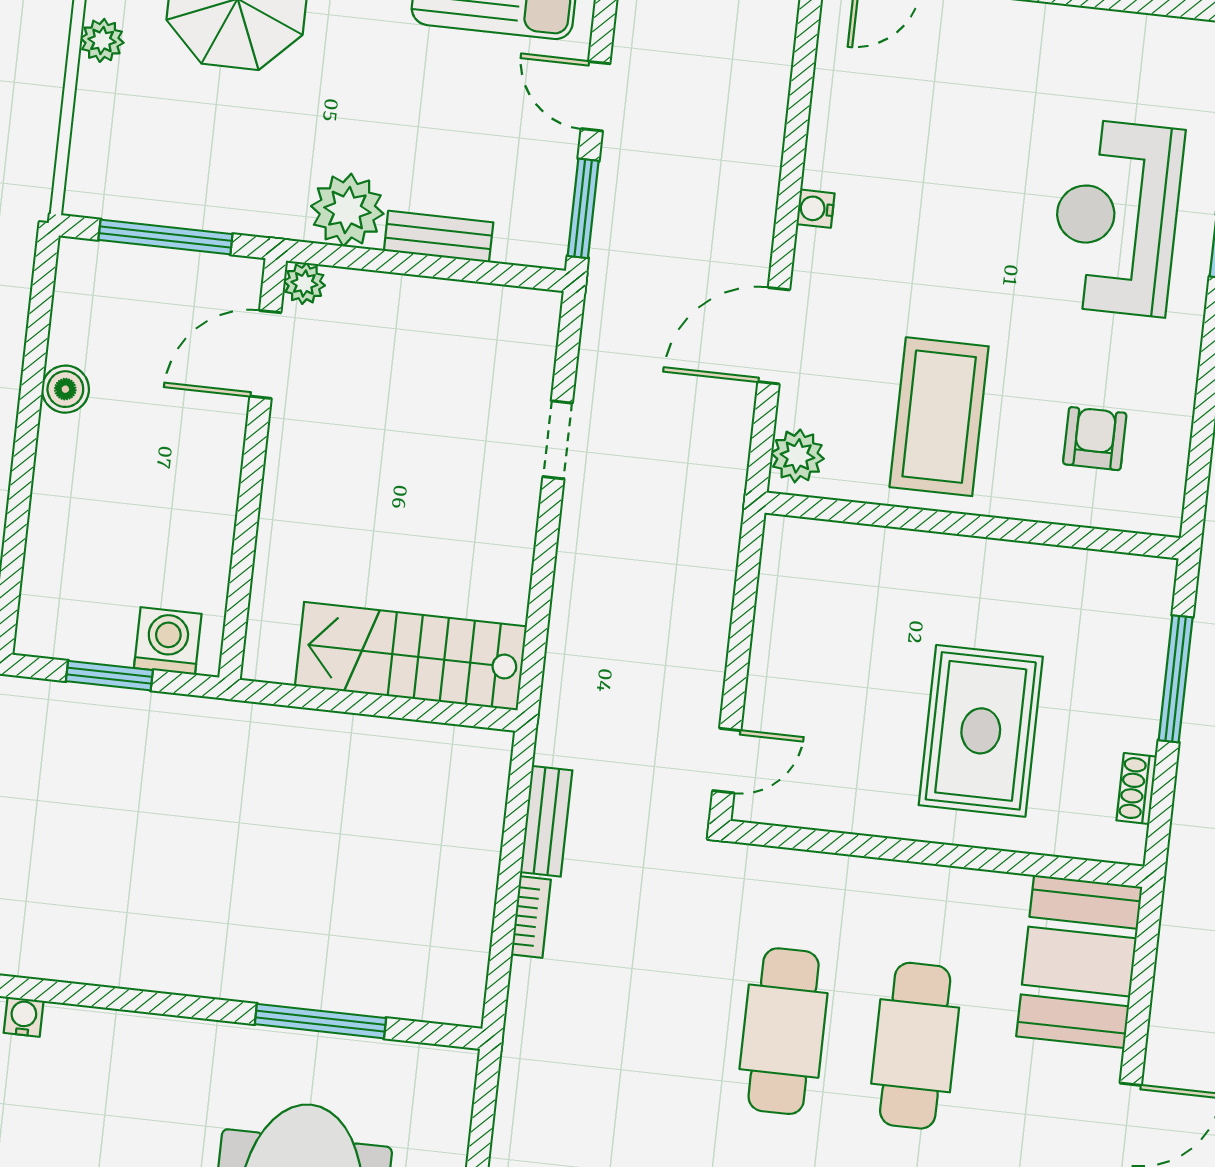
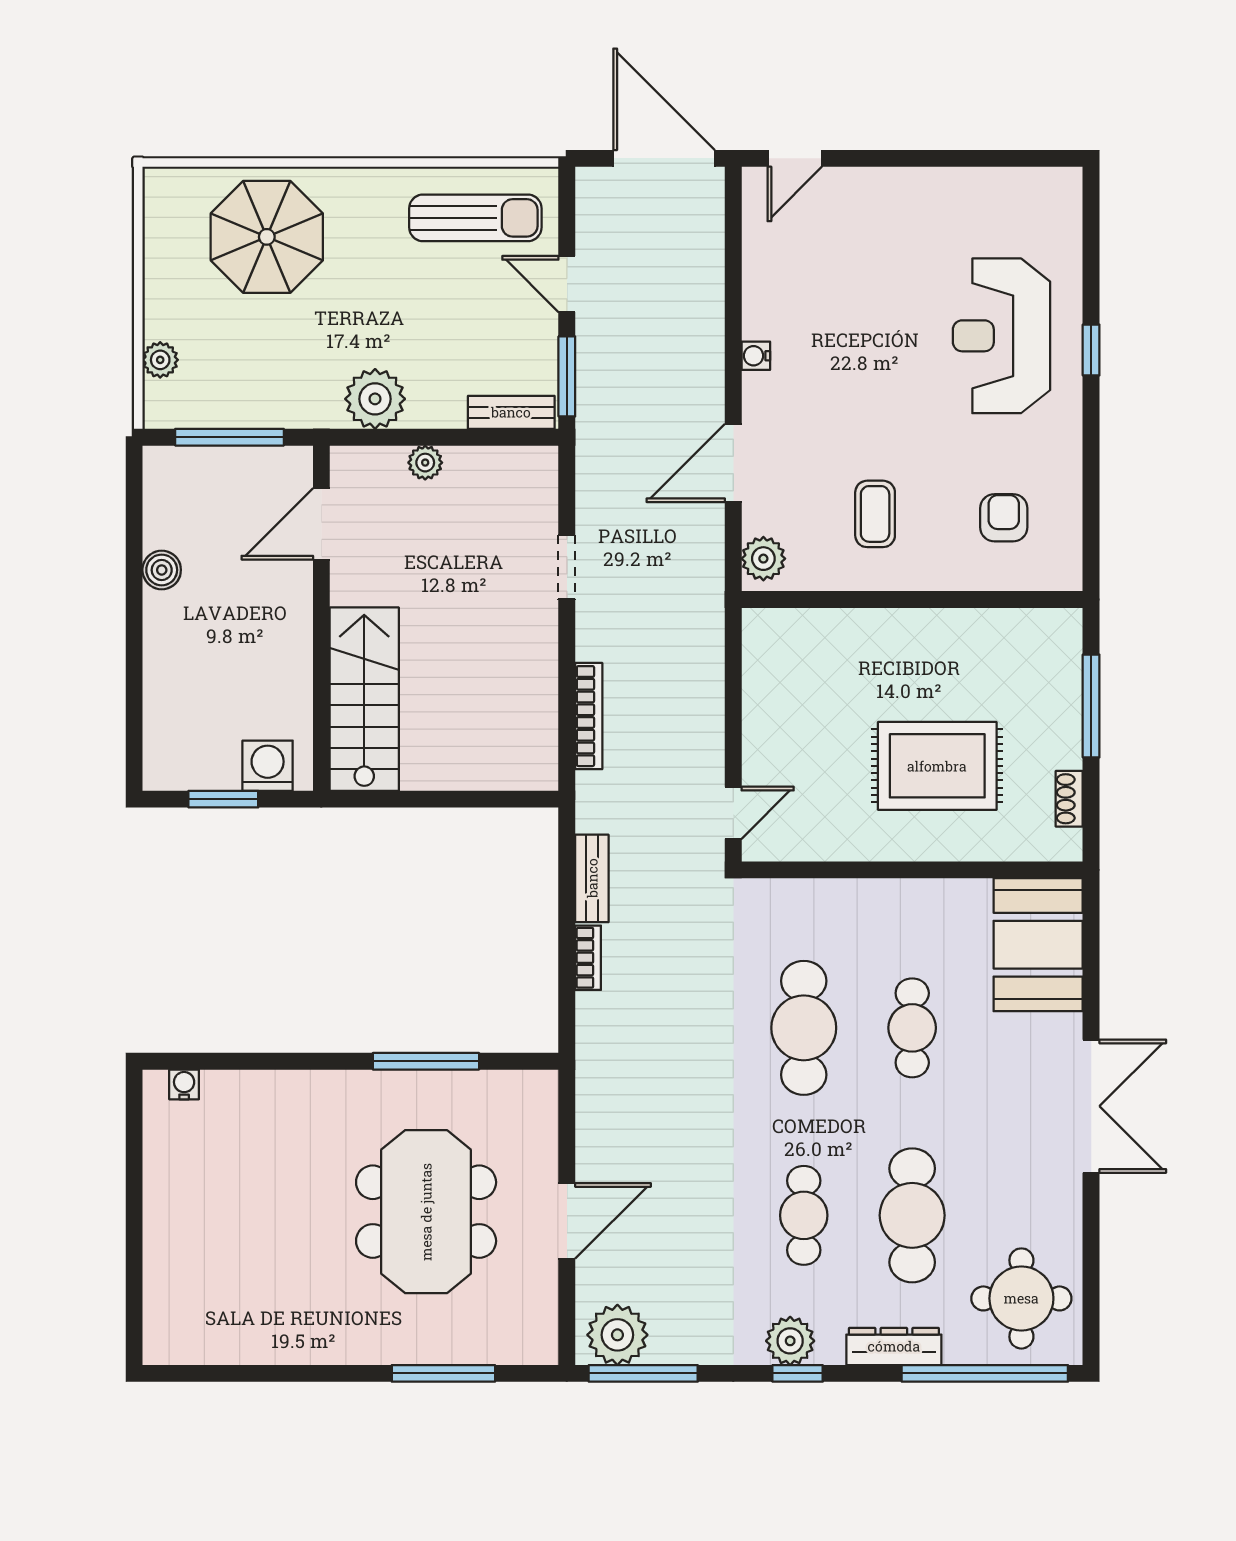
plant: (102, 40) -> (160, 360), moved
bench: (439, 237) -> (511, 412), moved
plant: (304, 283) -> (425, 463), moved
coffee table: (939, 417) -> (875, 514), width x0.54, depth x0.58
bookcase: (564, 624) -> (589, 716), added
stairs: (411, 656) -> (364, 699), moved, turned 90
rug: (981, 731) -> (937, 766), turned 90
cafe table: (915, 1046) -> (912, 1028), width x0.73, depth x0.74

